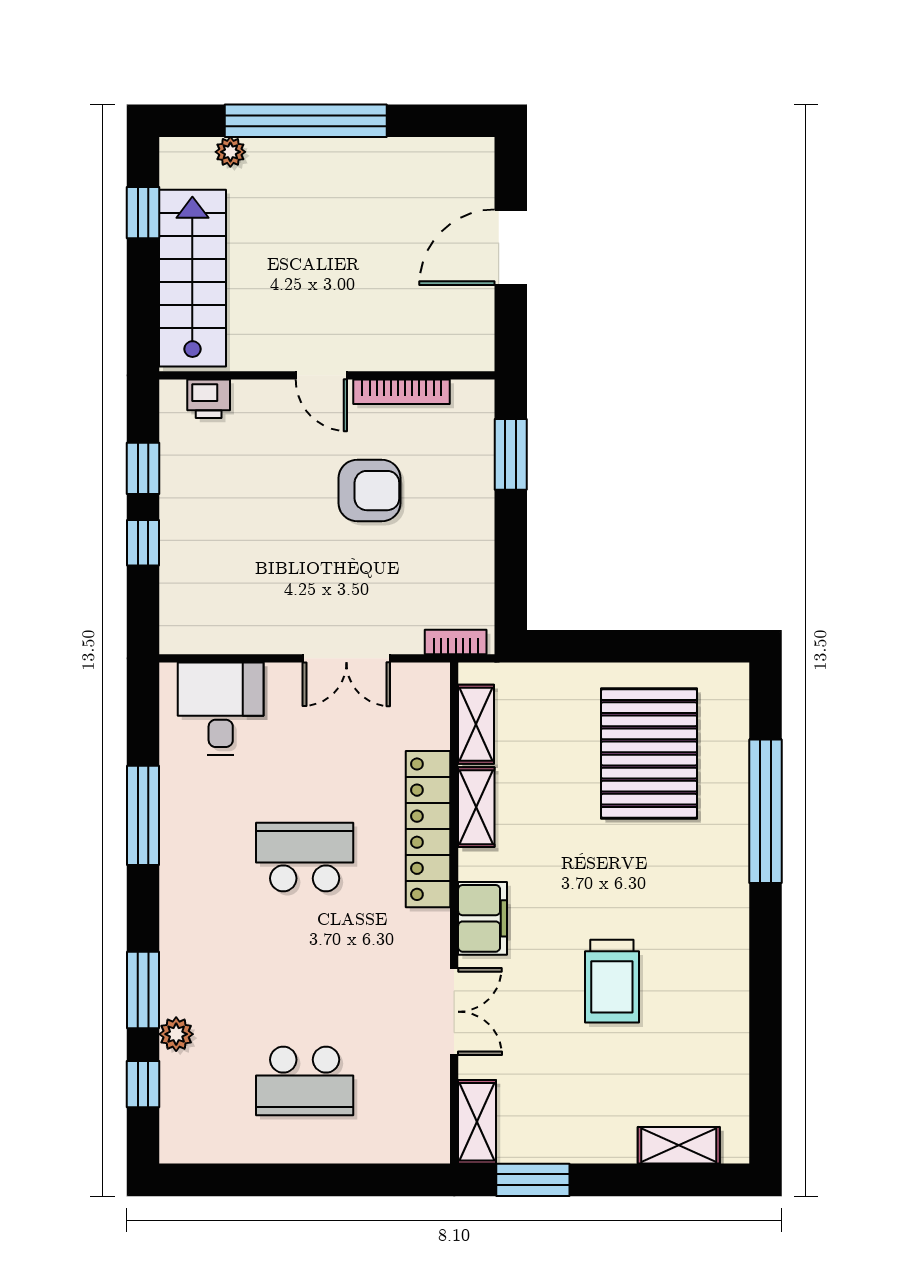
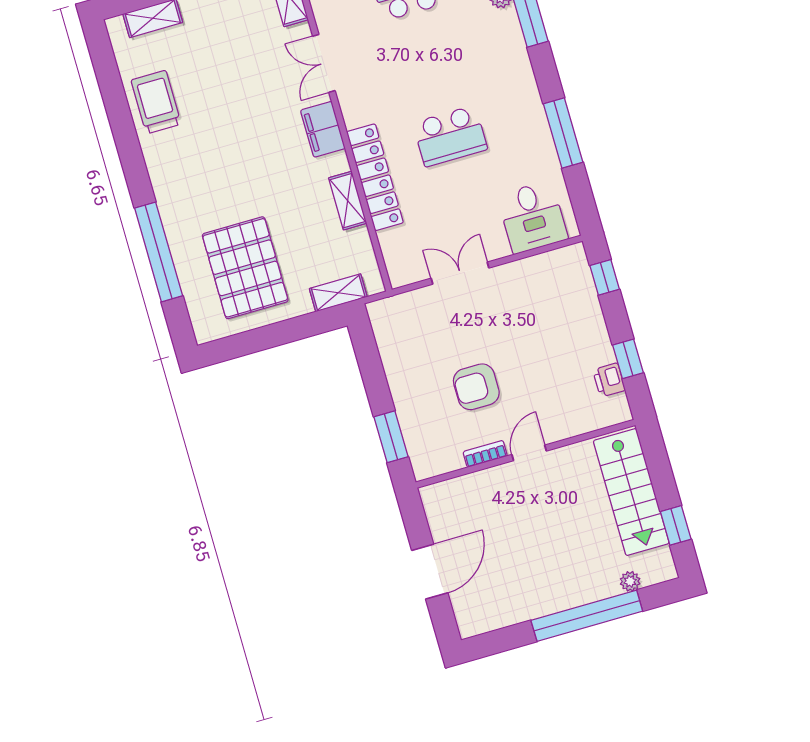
door: (321, 375) -> (529, 453), hinge flipped
bookcase: (402, 392) -> (485, 454), width x0.64
printer: (209, 399) -> (609, 380), moved, turned -90
window: (143, 543) -> (605, 277), moved
bookcase: (456, 642) -> (392, 304), removed
shelving: (476, 724) -> (338, 293), moved, turned 90
trolley: (612, 981) -> (156, 102), moved

